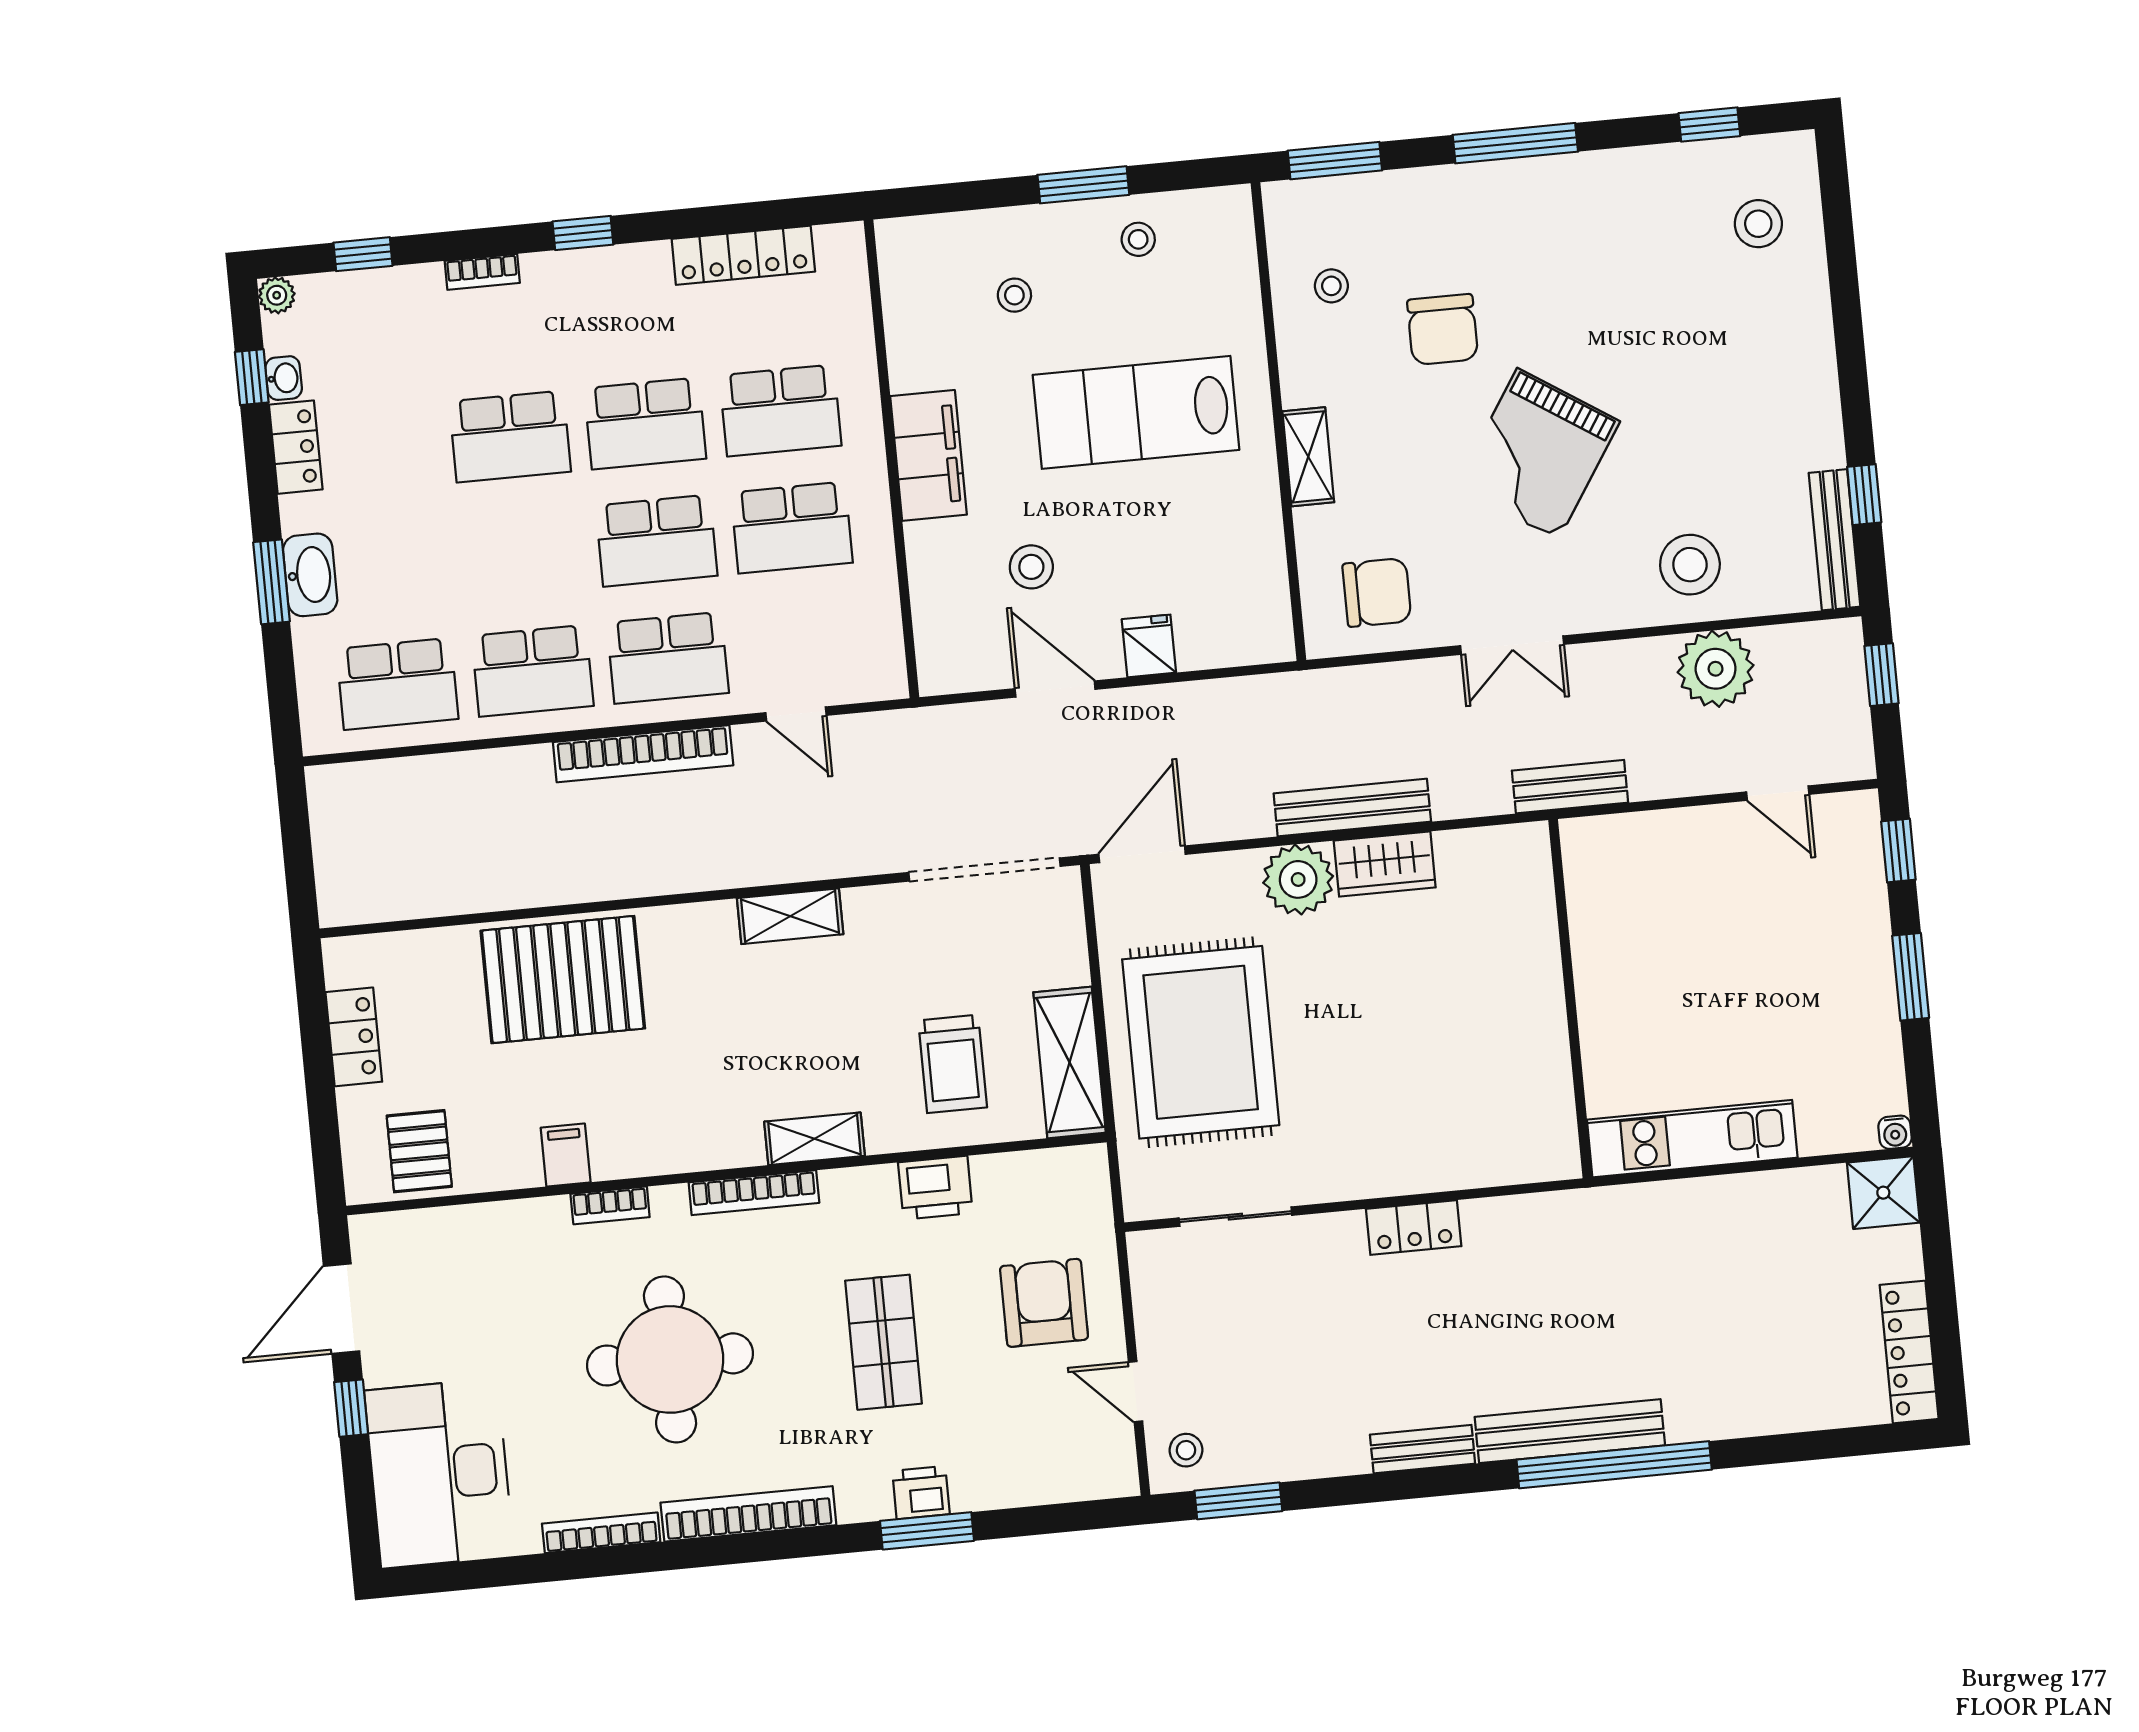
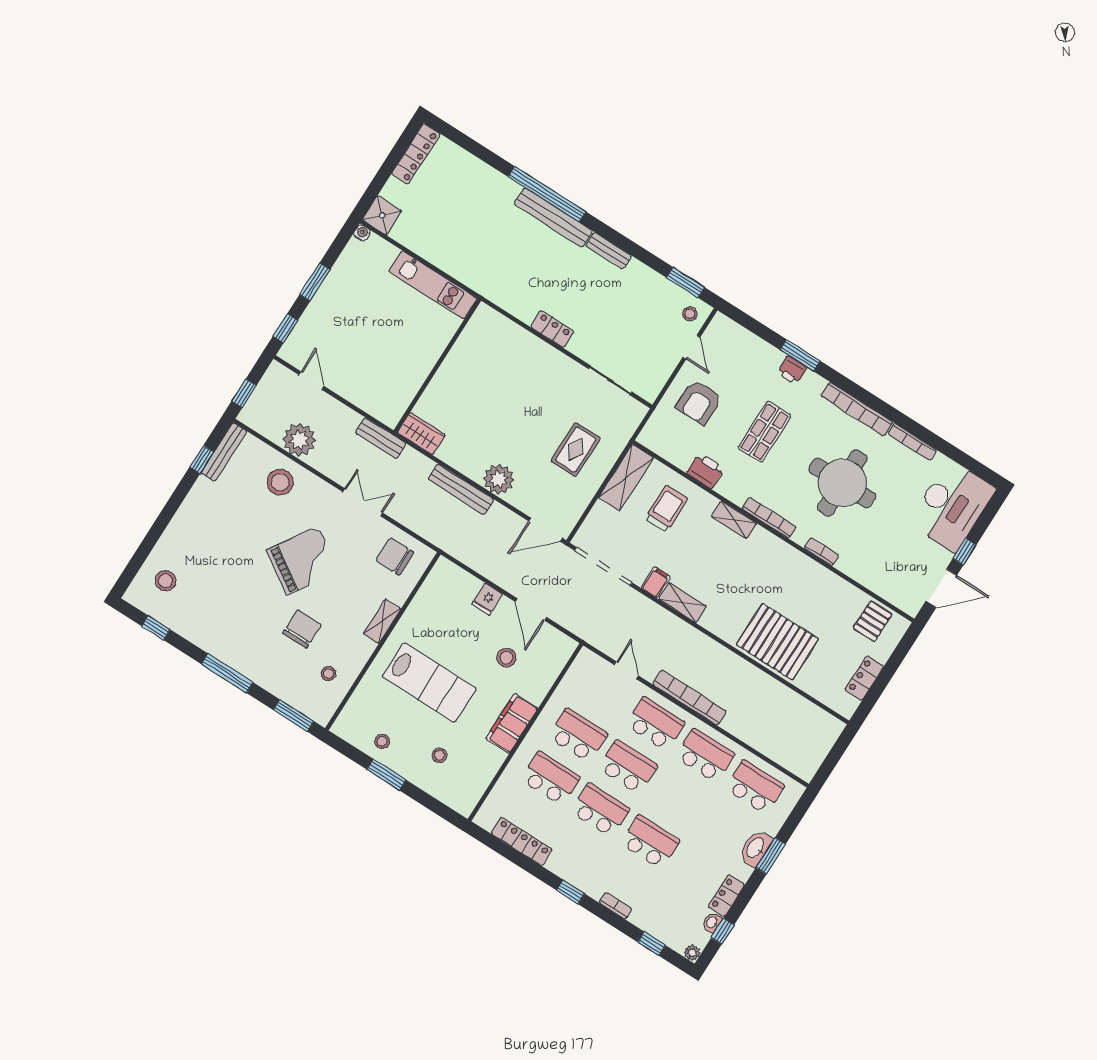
wardrobe: (1385, 864) -> (421, 434), moved
rug: (1201, 1042) -> (576, 450), width x0.54, depth x0.49
filing cabinet: (566, 1155) -> (656, 582), moved, turned 180

